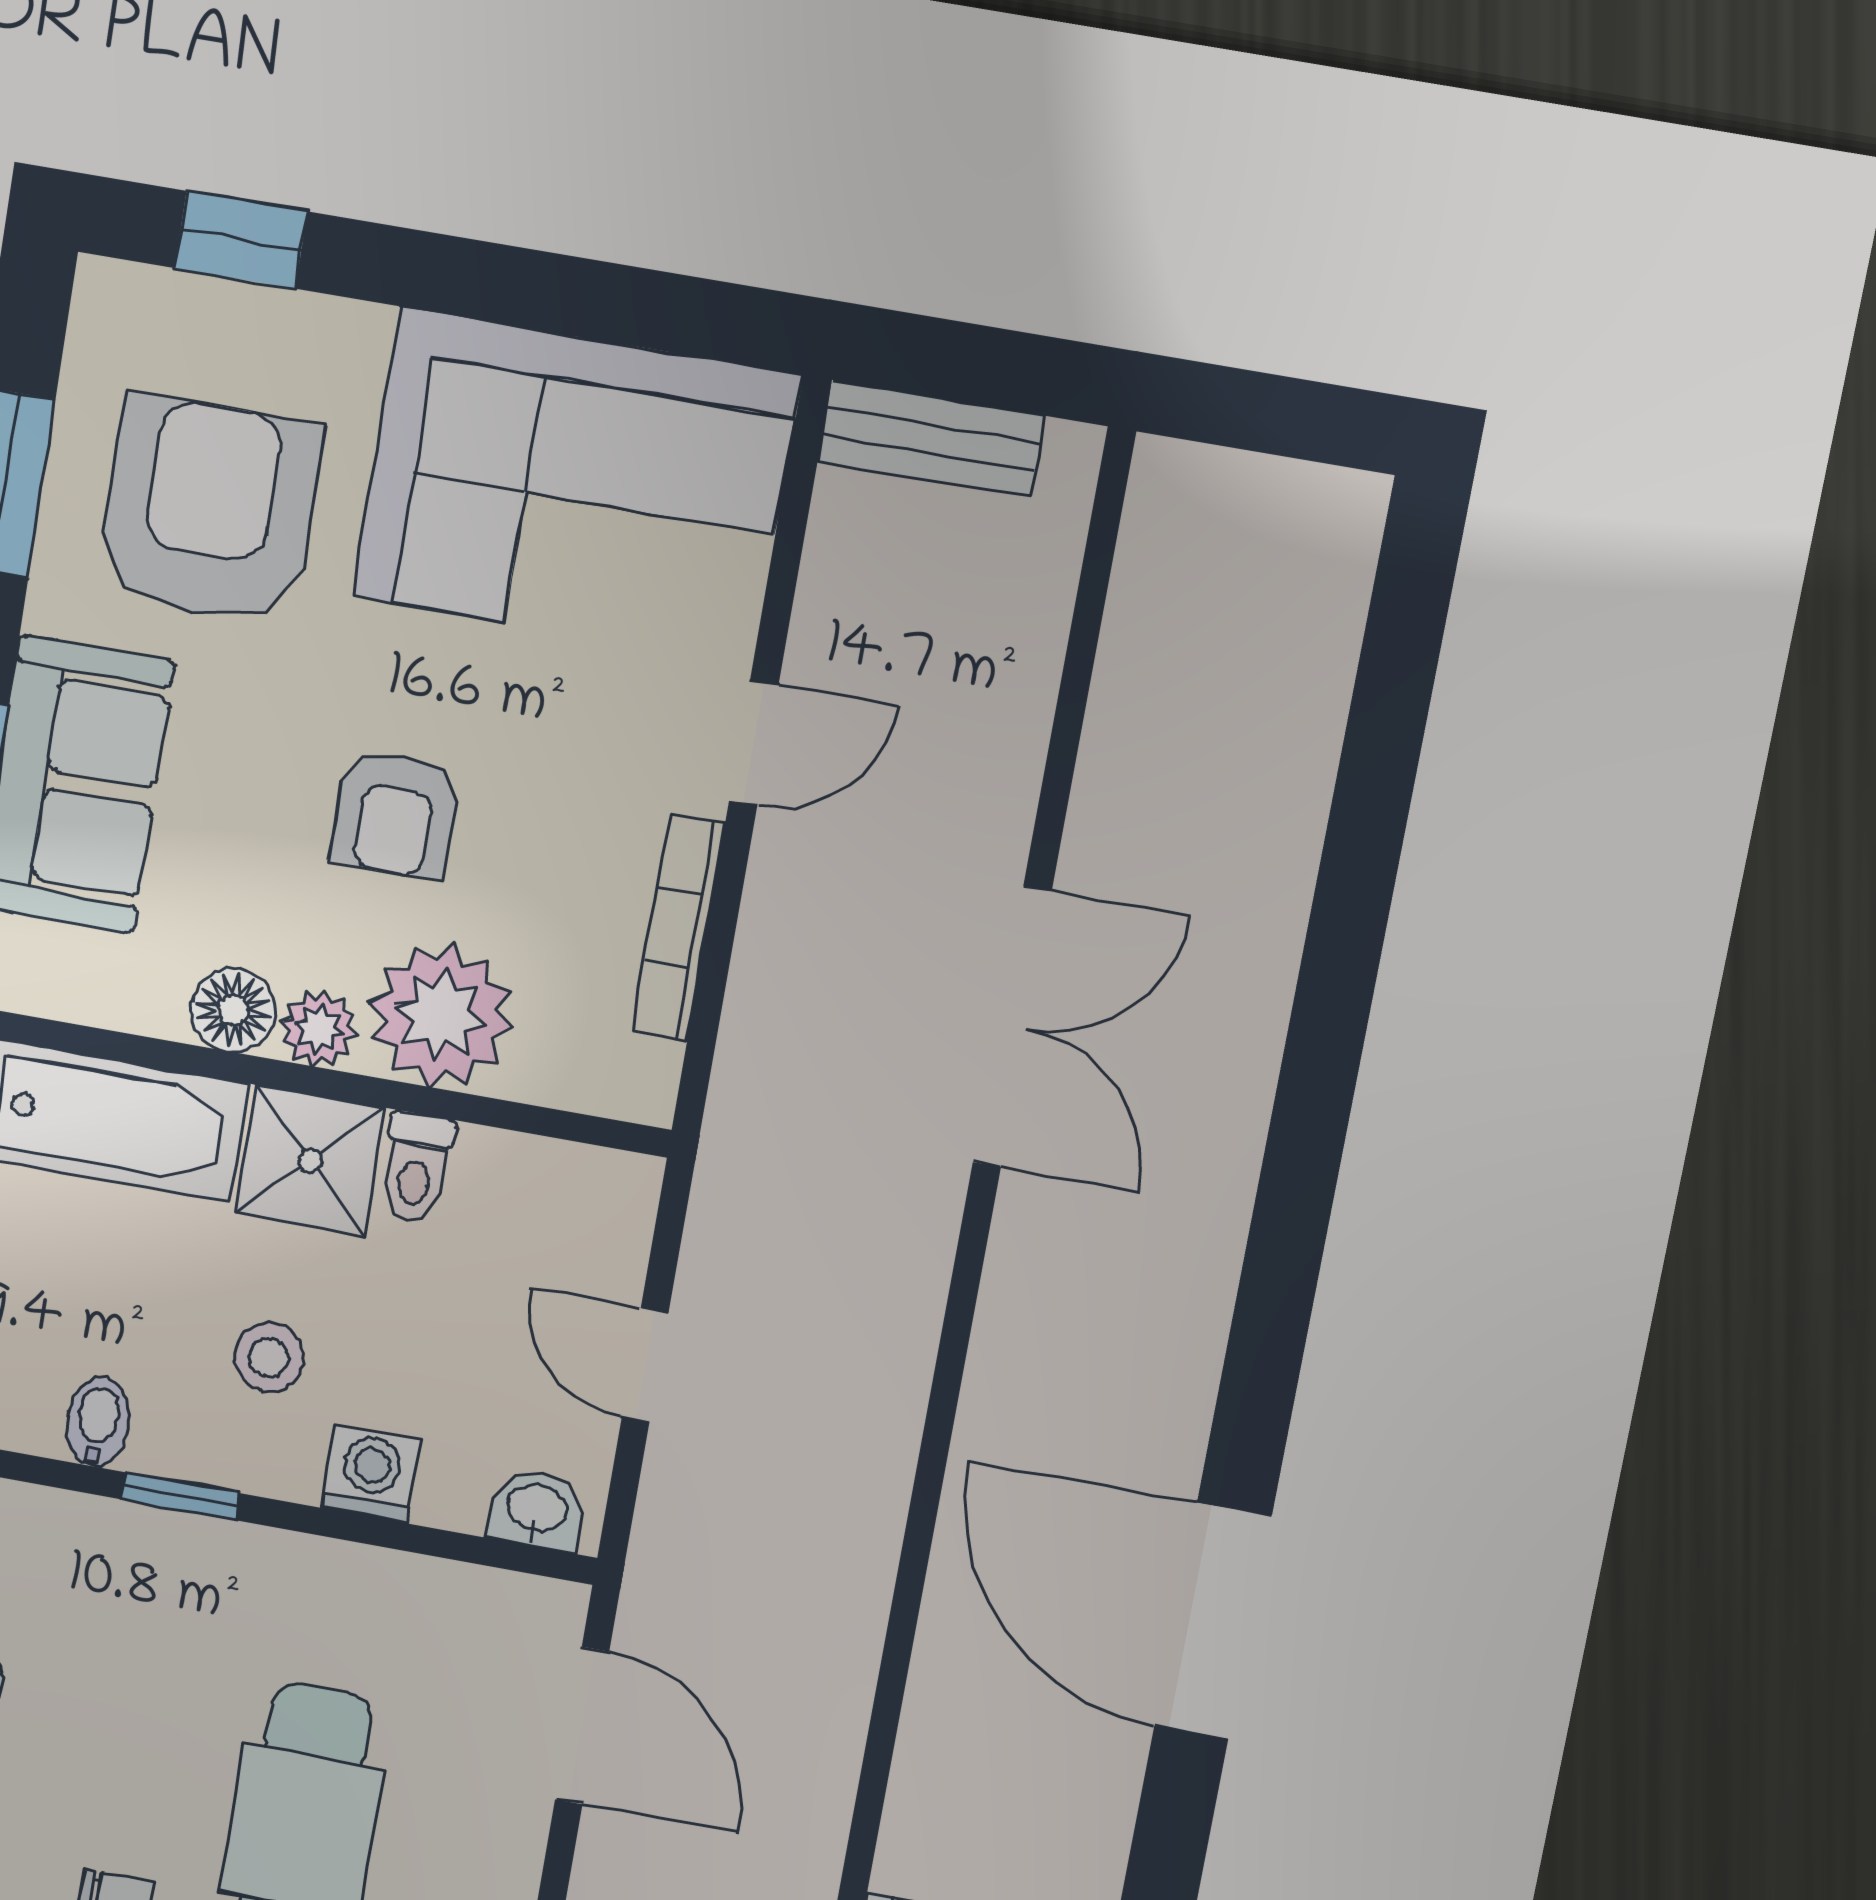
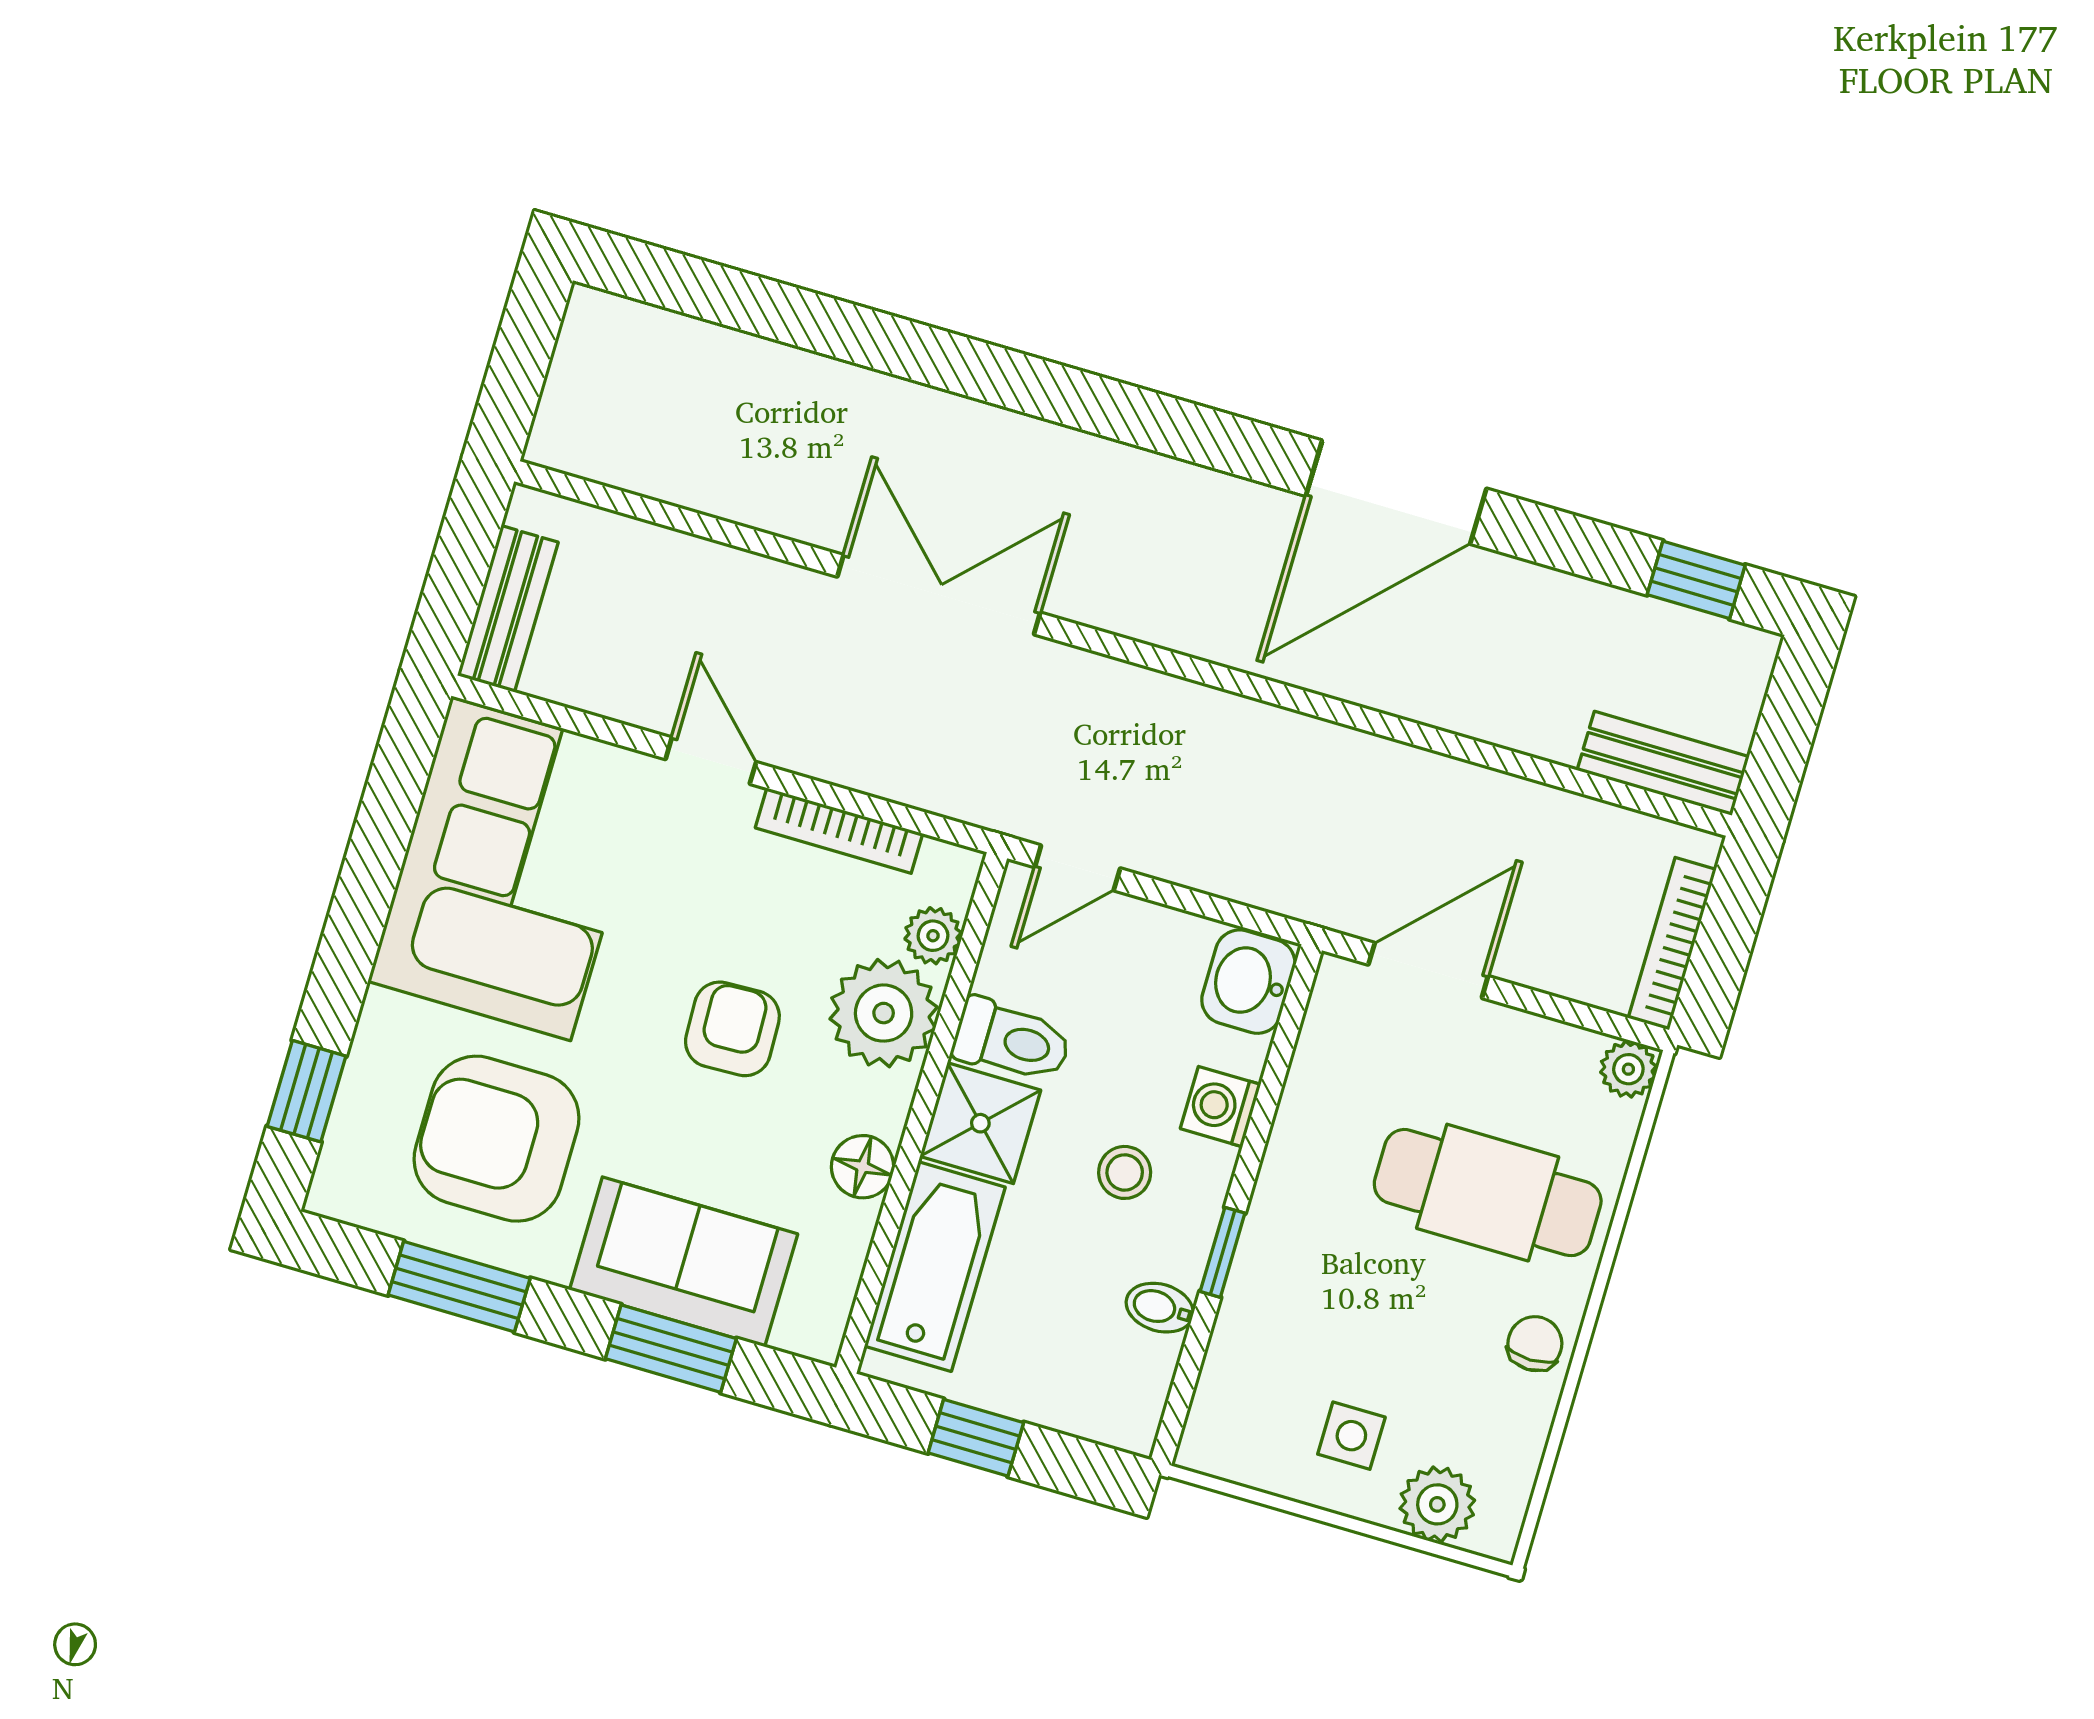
armchair: (395, 814) -> (732, 1029), turned -92
plant: (319, 1029) -> (933, 936), moved
toilet: (416, 1168) -> (1012, 1041), width x1.37, depth x1.39
door: (645, 1365) -> (1077, 868), moved
washbasin: (537, 1510) -> (1248, 982), width x1.38, depth x1.45

